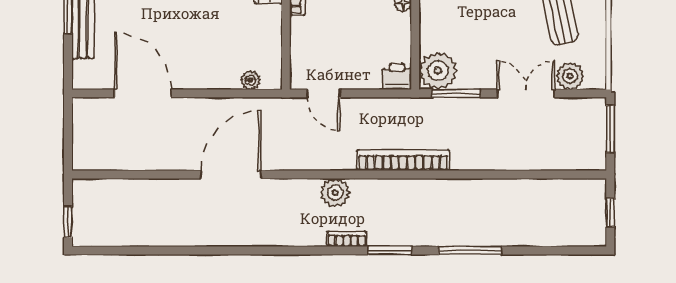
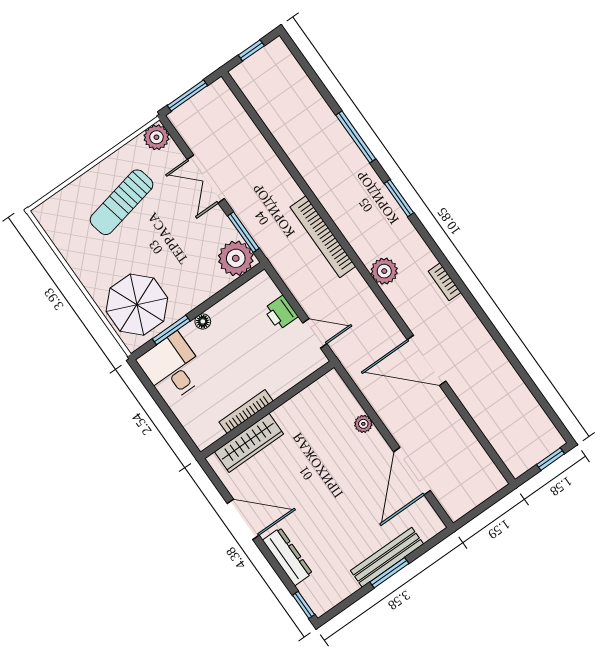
plant: (570, 76) -> (156, 137), moved
printer: (397, 77) -> (281, 313), moved
plant: (250, 80) -> (363, 424), moved
door: (324, 93) -> (315, 333), hinge flipped
bookcase: (347, 239) -> (445, 282), moved

